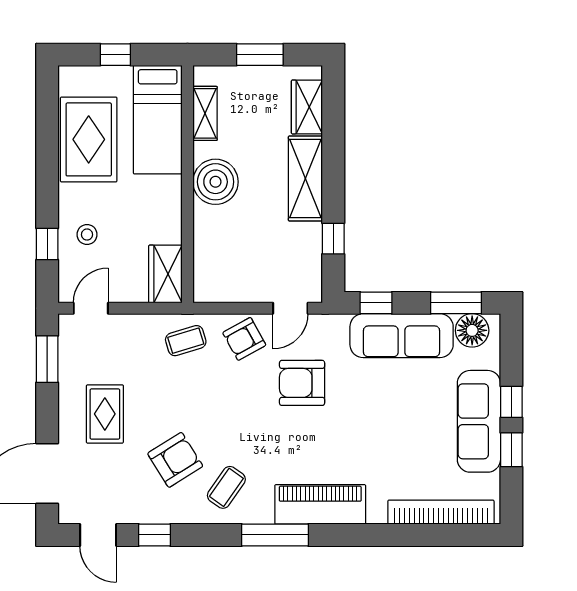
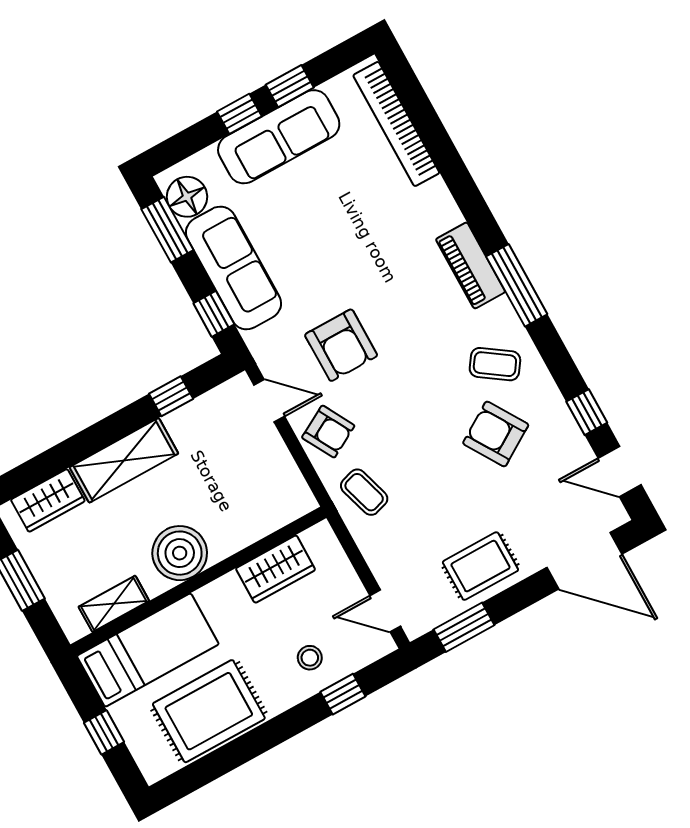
wardrobe: (165, 274) -> (276, 569), moved
rug: (105, 414) -> (480, 566), moved
piano: (320, 504) -> (471, 265), width x0.73, depth x0.75
door: (98, 535) -> (620, 471), swing flipped

